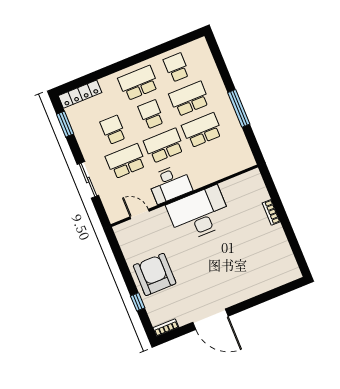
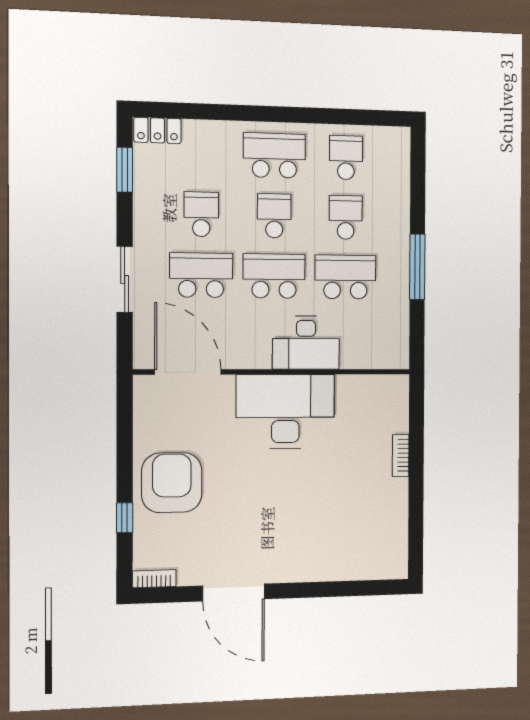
locker: (80, 94) -> (157, 130), width x0.66
school desk: (189, 99) -> (346, 217), width x0.54
desk: (170, 184) -> (306, 343), moved
door: (140, 214) -> (188, 372), width x1.87

